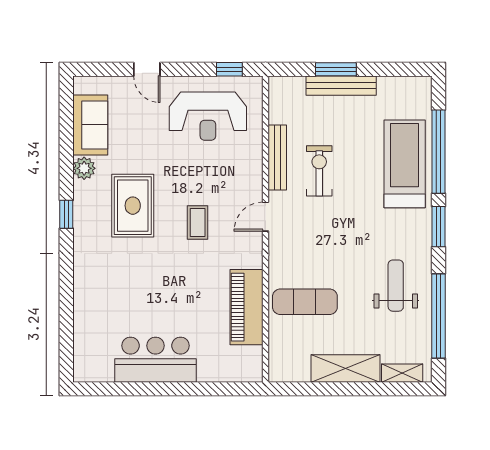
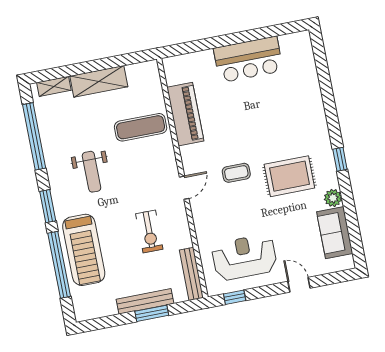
bench: (277, 158) -> (191, 274), moved
rug: (133, 206) -> (289, 176), turned 90
coffee table: (198, 223) -> (236, 173), turned 90
weight bench: (396, 286) -> (92, 172), moved

